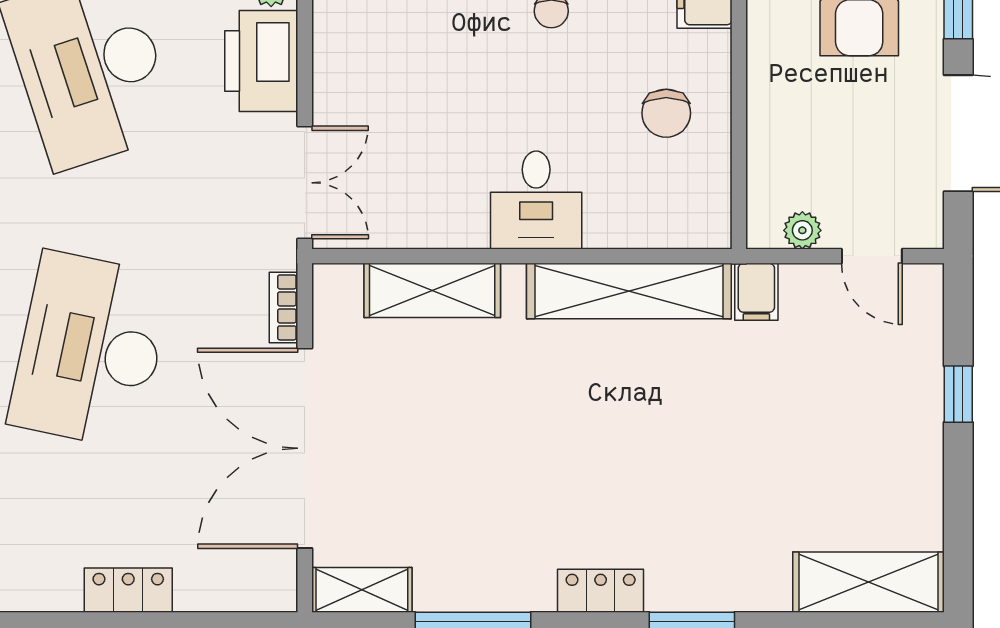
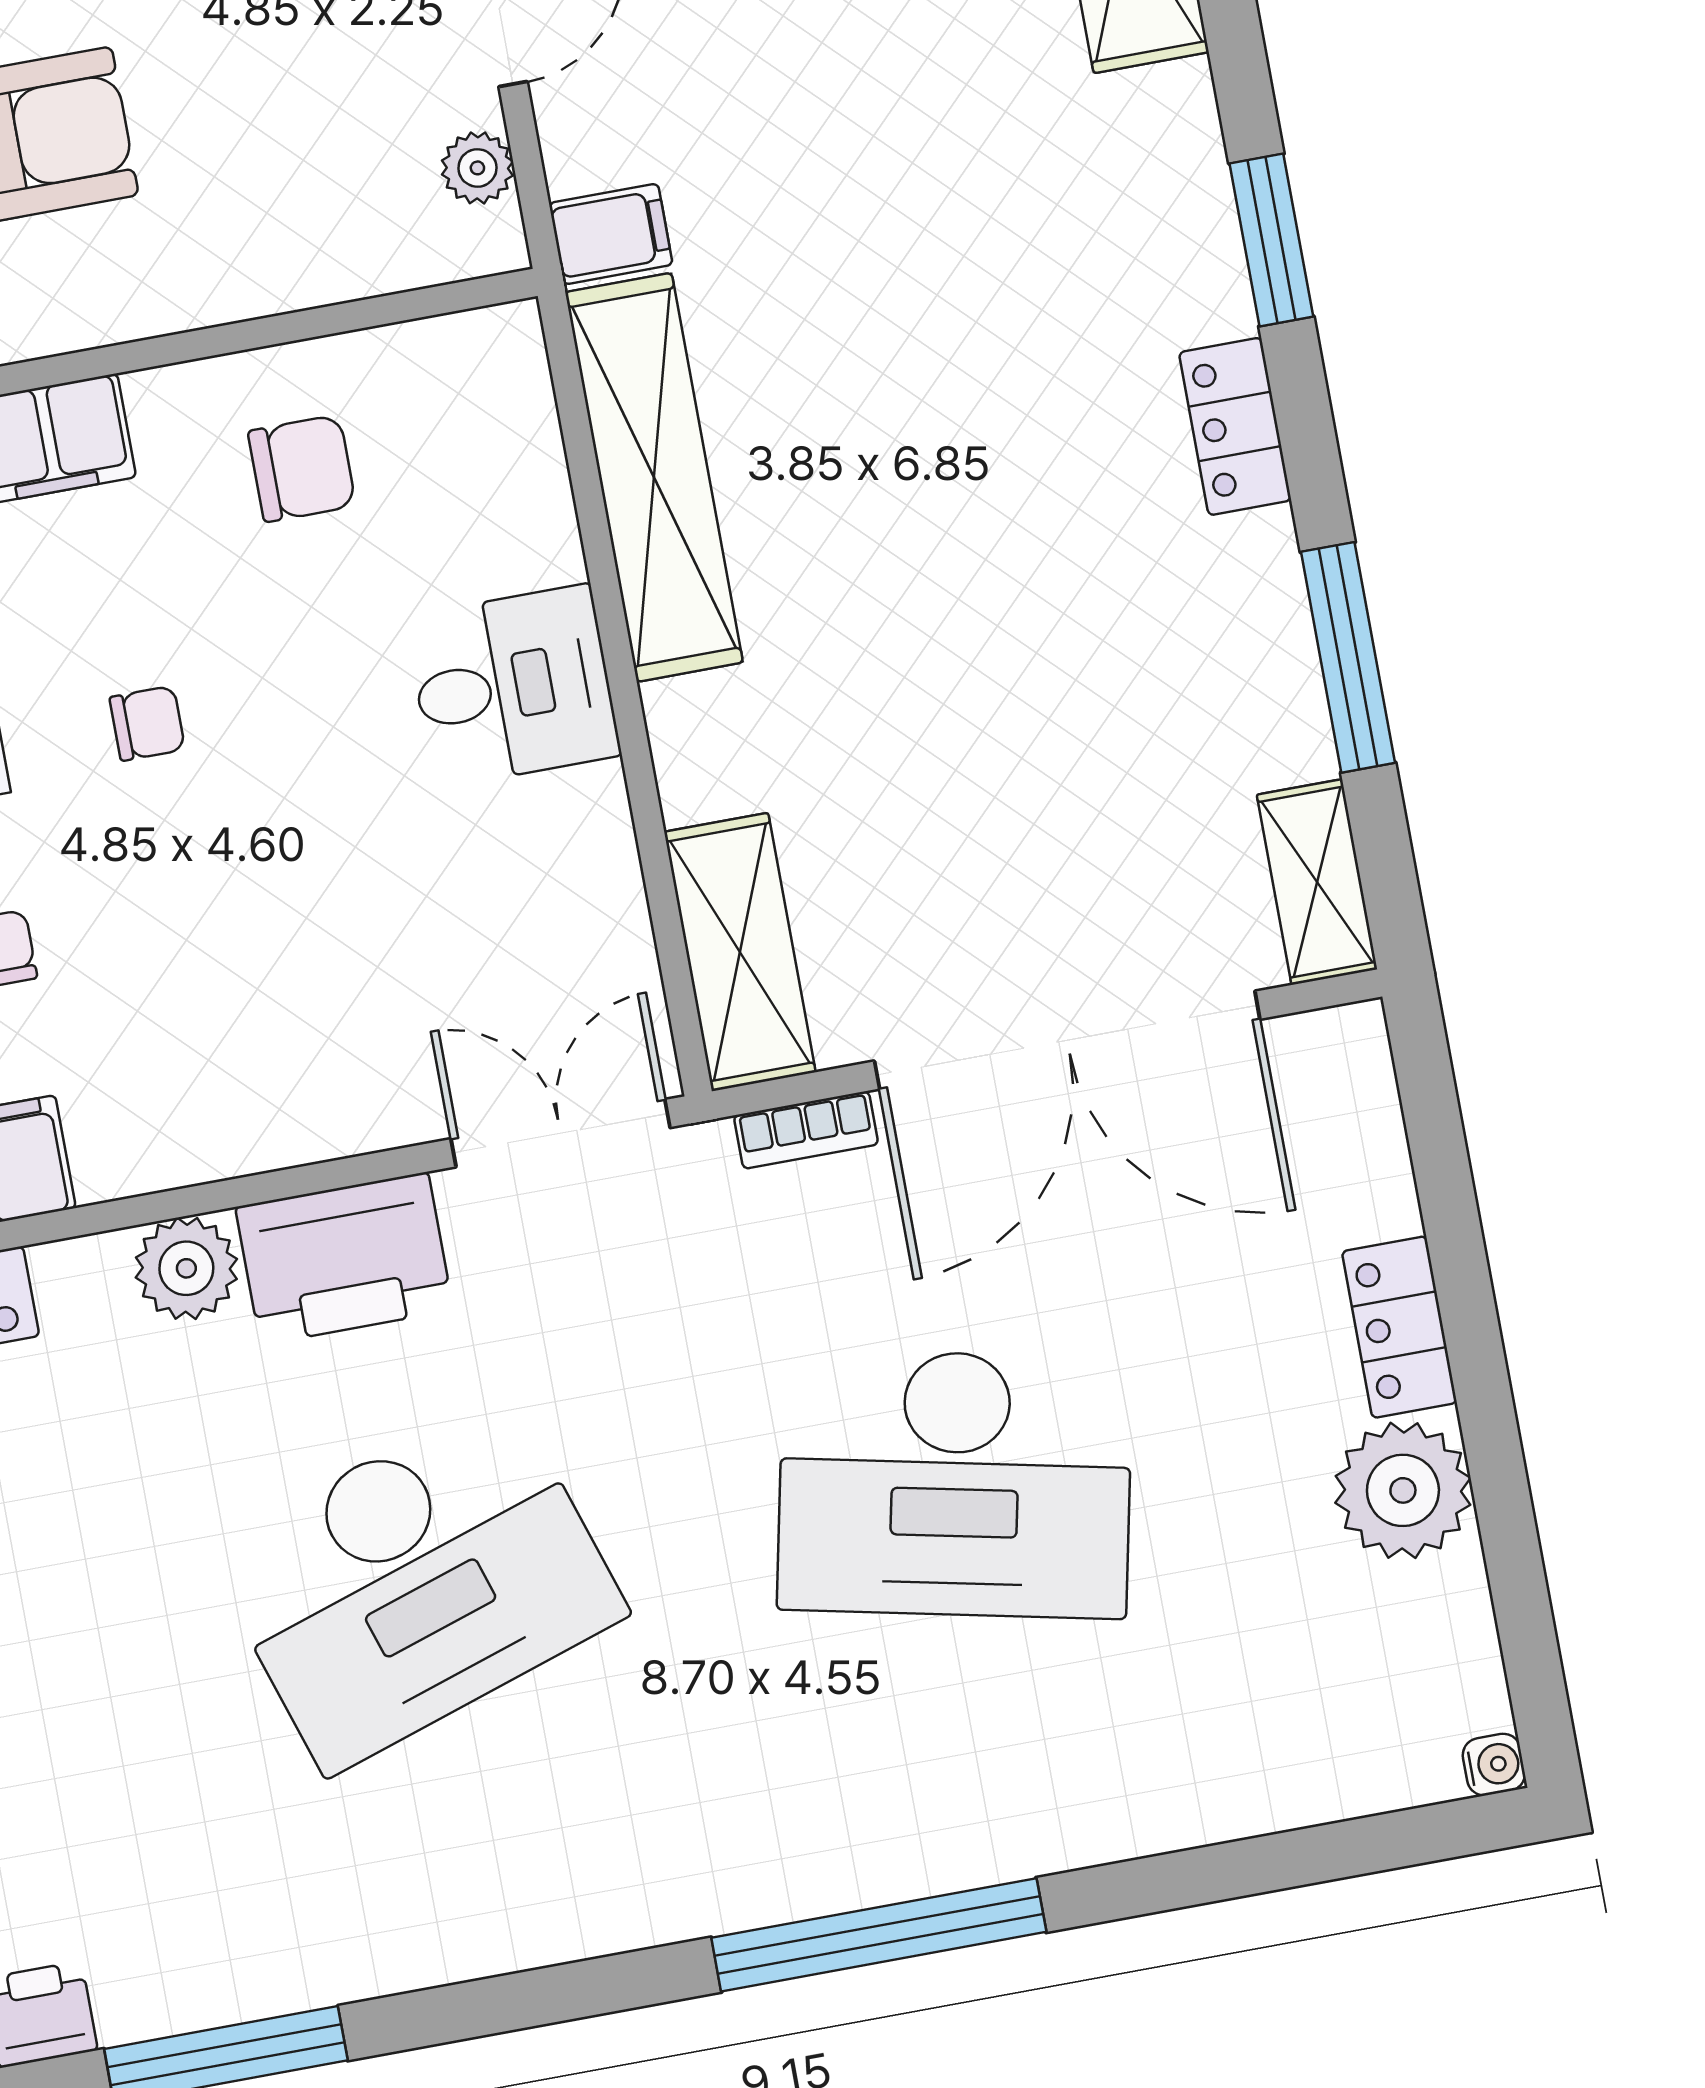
shelving: (432, 290) -> (740, 952), moved
plant: (45, 577) -> (1403, 1490), added

